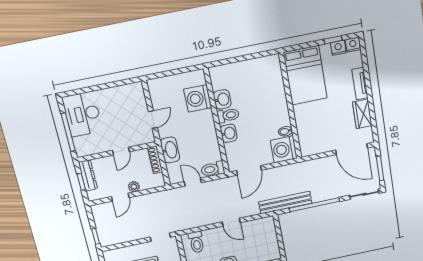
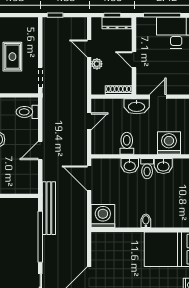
door: (153, 120) -> (158, 97), swing flipped
bidet: (285, 131) -> (146, 221), moved
washbasin: (170, 150) -> (137, 106), moved
toilet: (213, 169) -> (127, 143), moved

